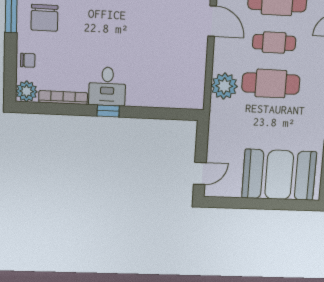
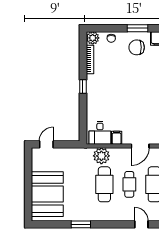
filing cabinet: (196, 60) -> (117, 138), added
desk: (107, 86) -> (100, 133), moved, turned -90
door: (200, 173) -> (46, 144), swing flipped

